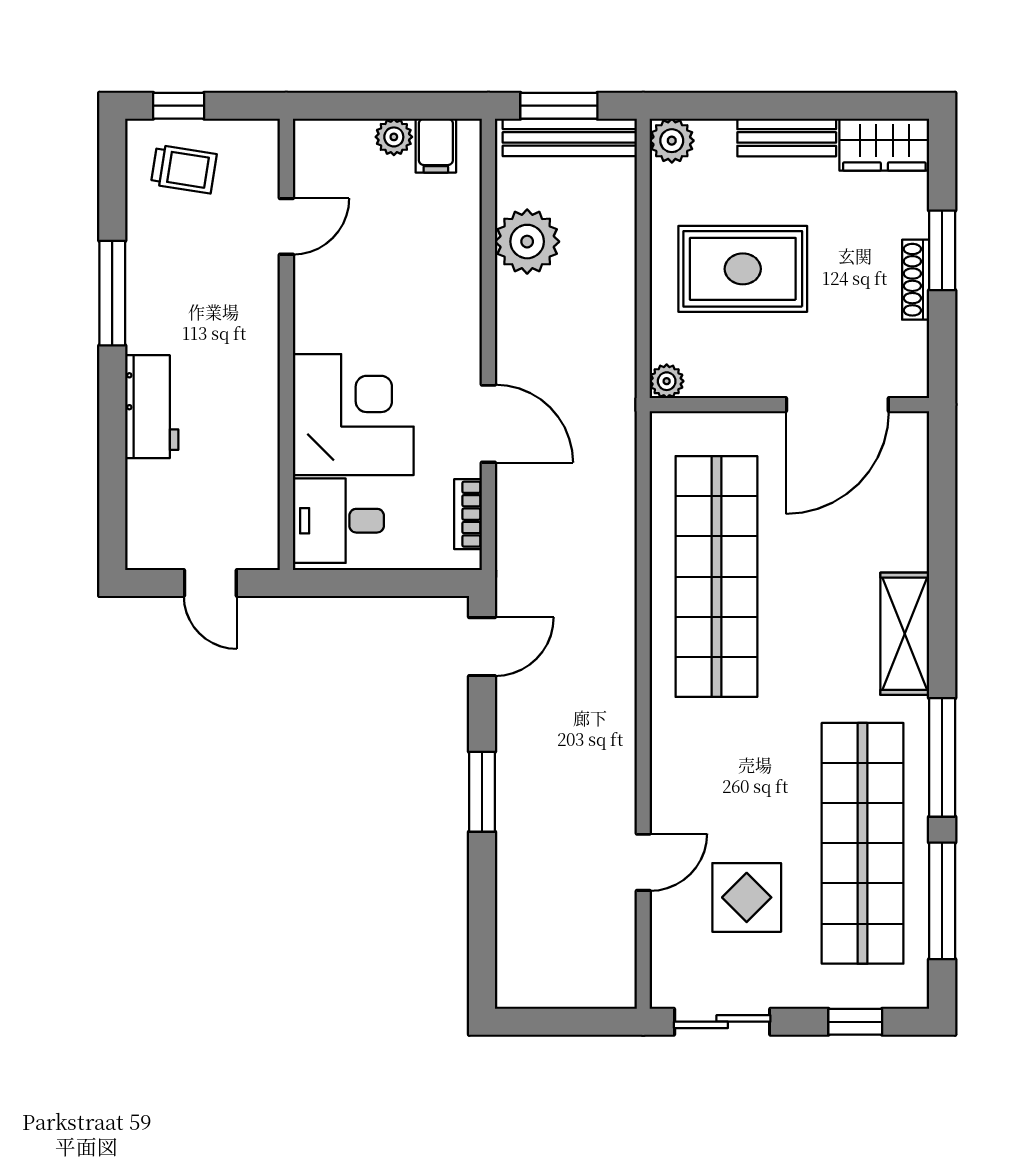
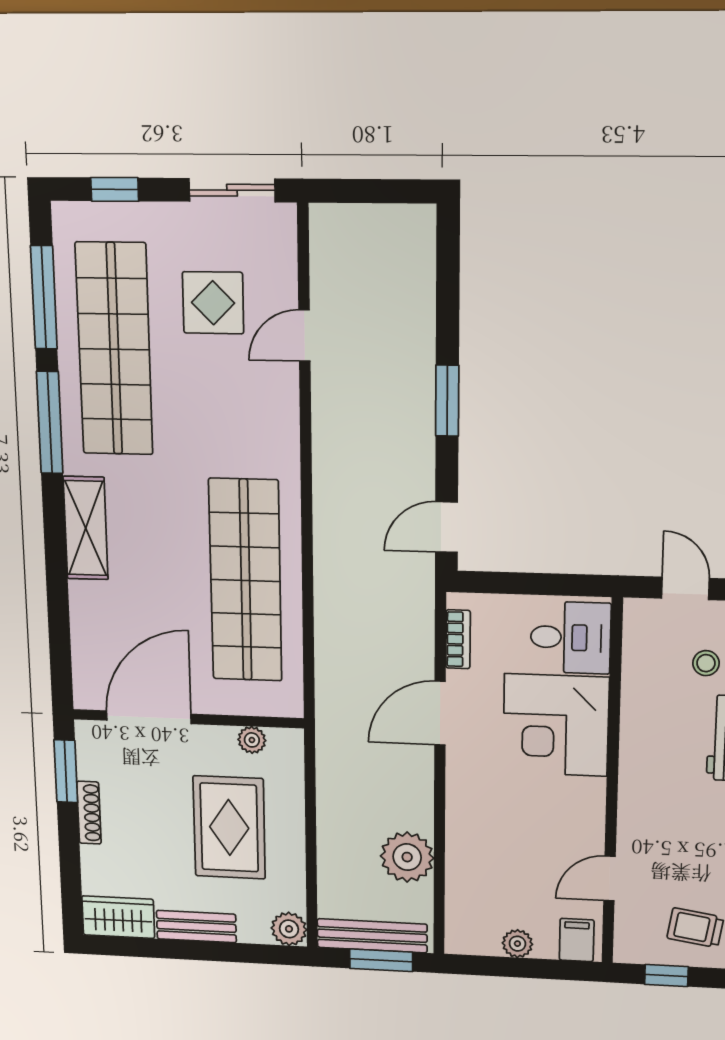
window: (179, 106) -> (666, 975), moved
filing cabinet: (436, 146) -> (577, 940), moved
window: (942, 250) -> (66, 771), moved
rug: (743, 269) -> (229, 827), turned 90
plant: (667, 381) -> (252, 740), moved
door: (488, 424) -> (440, 713), hinge flipped
stool: (184, 496) -> (706, 663), added

